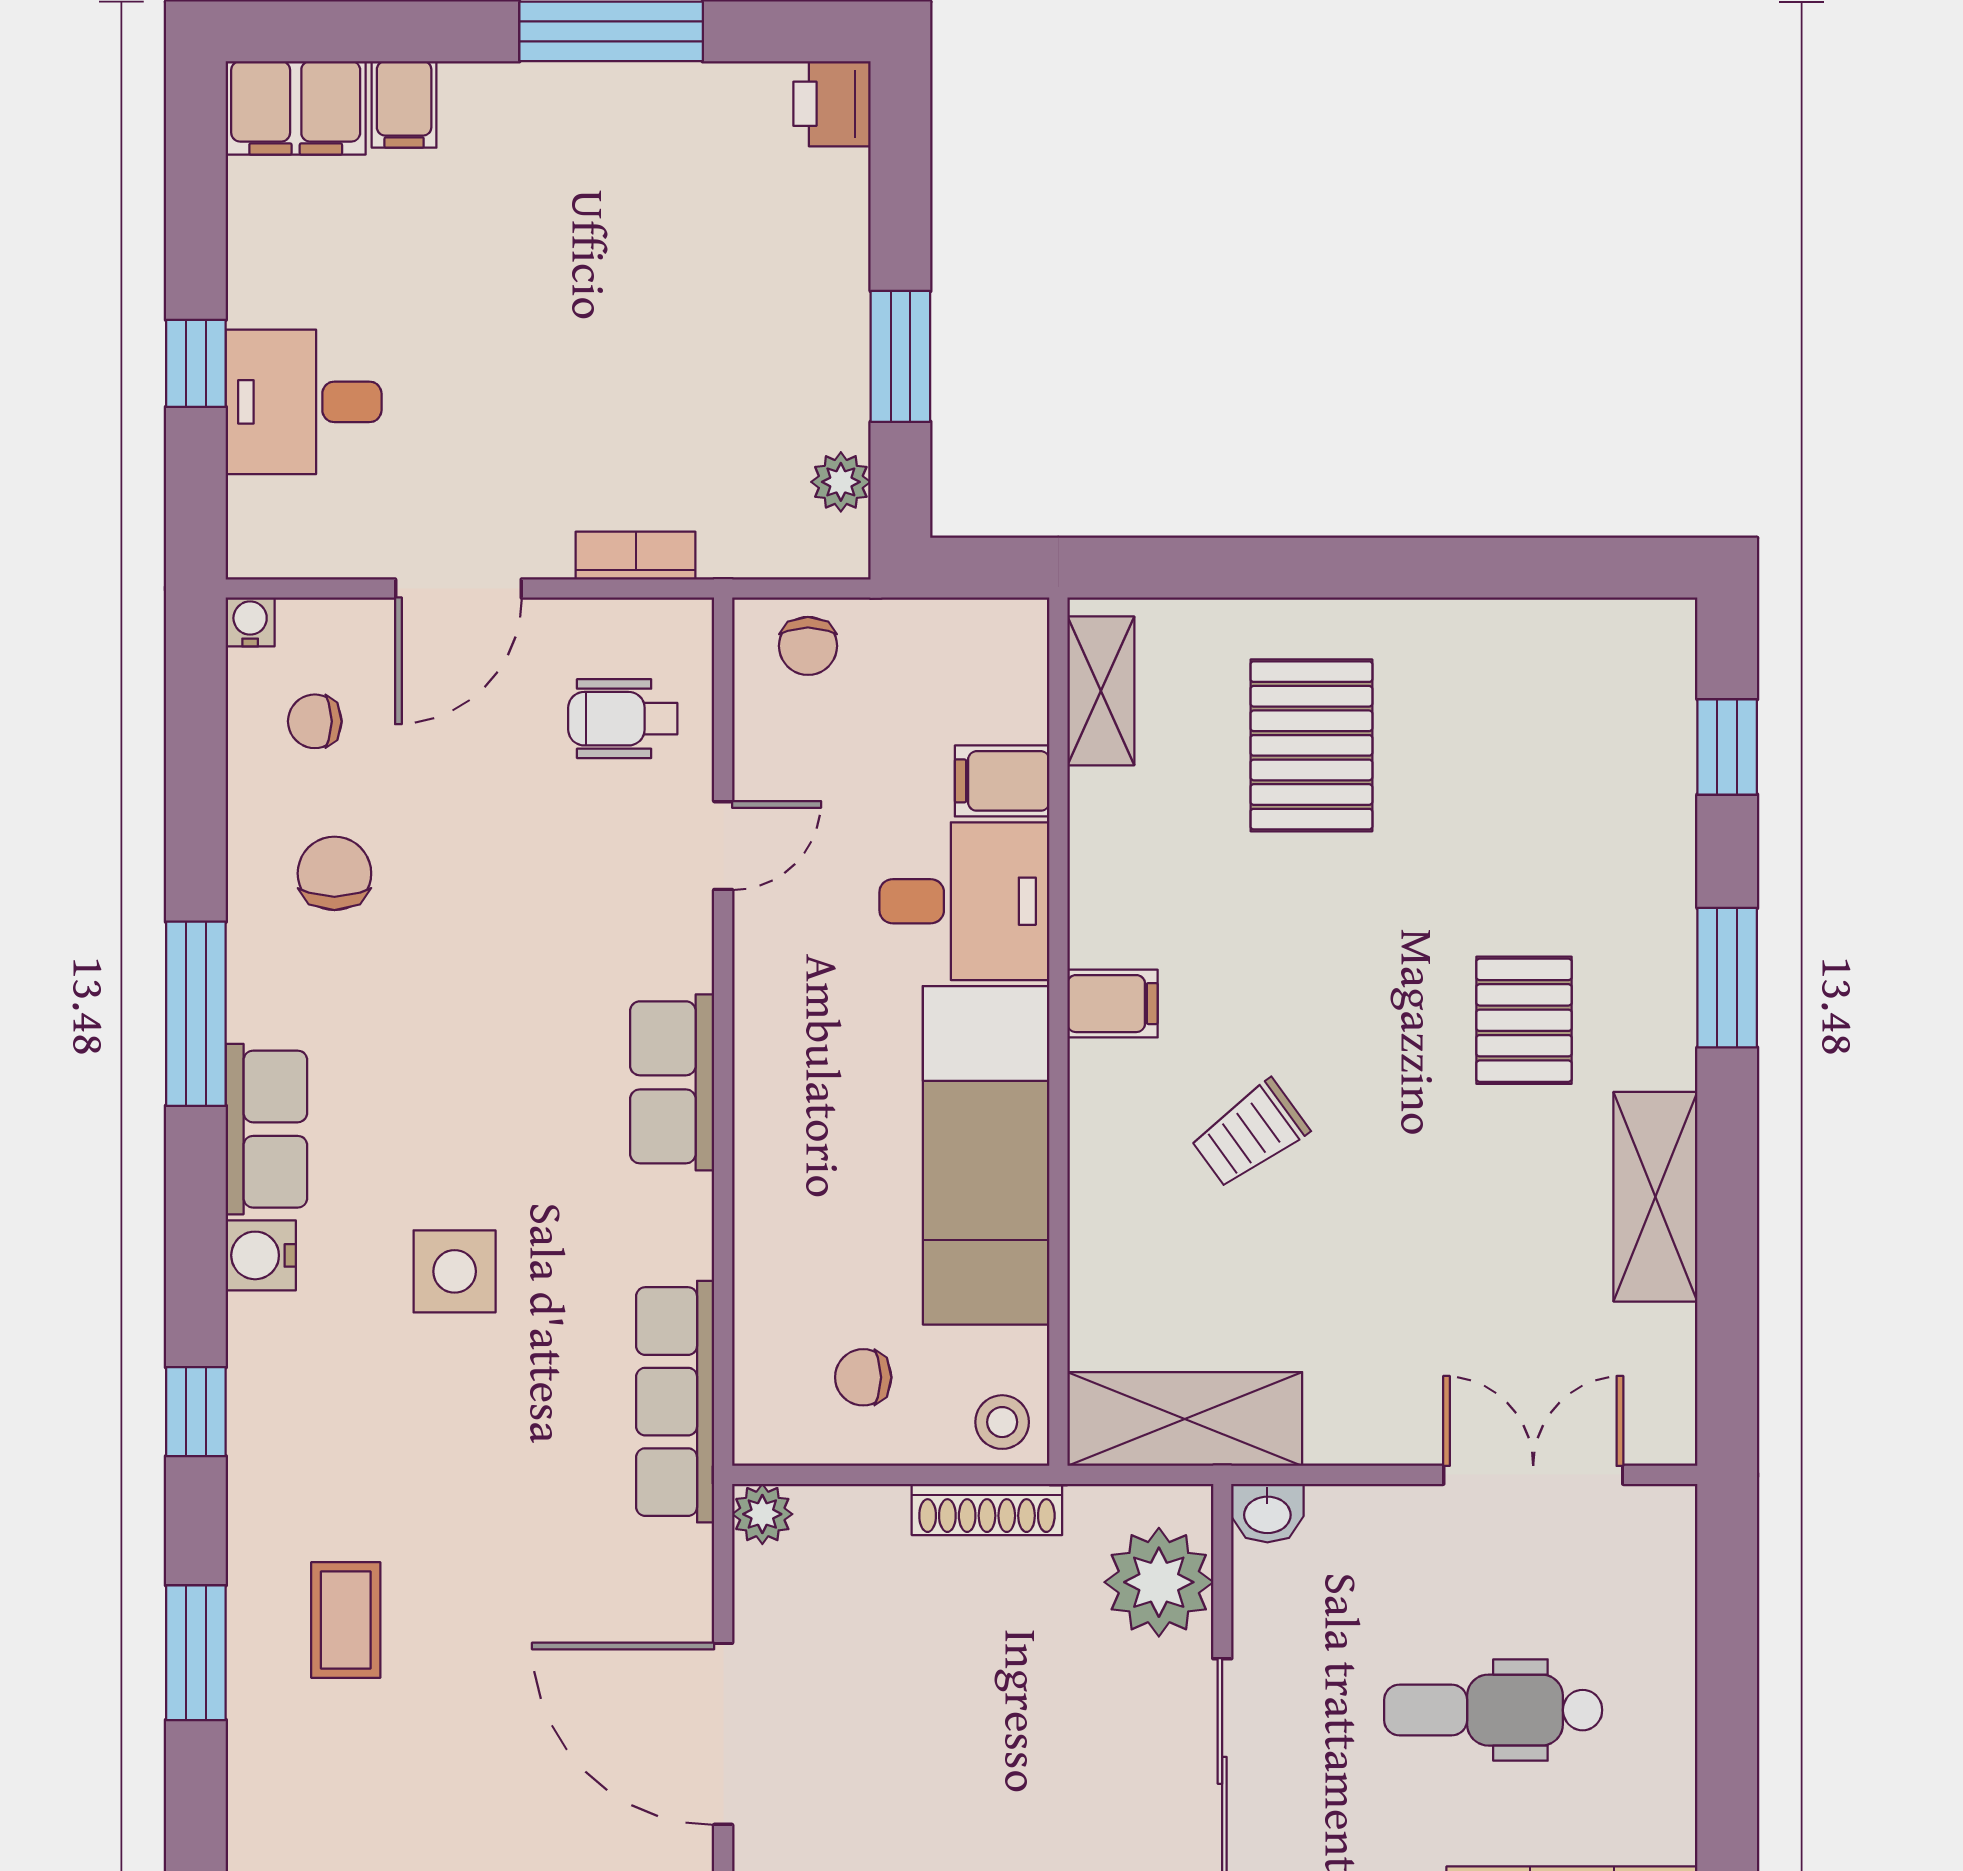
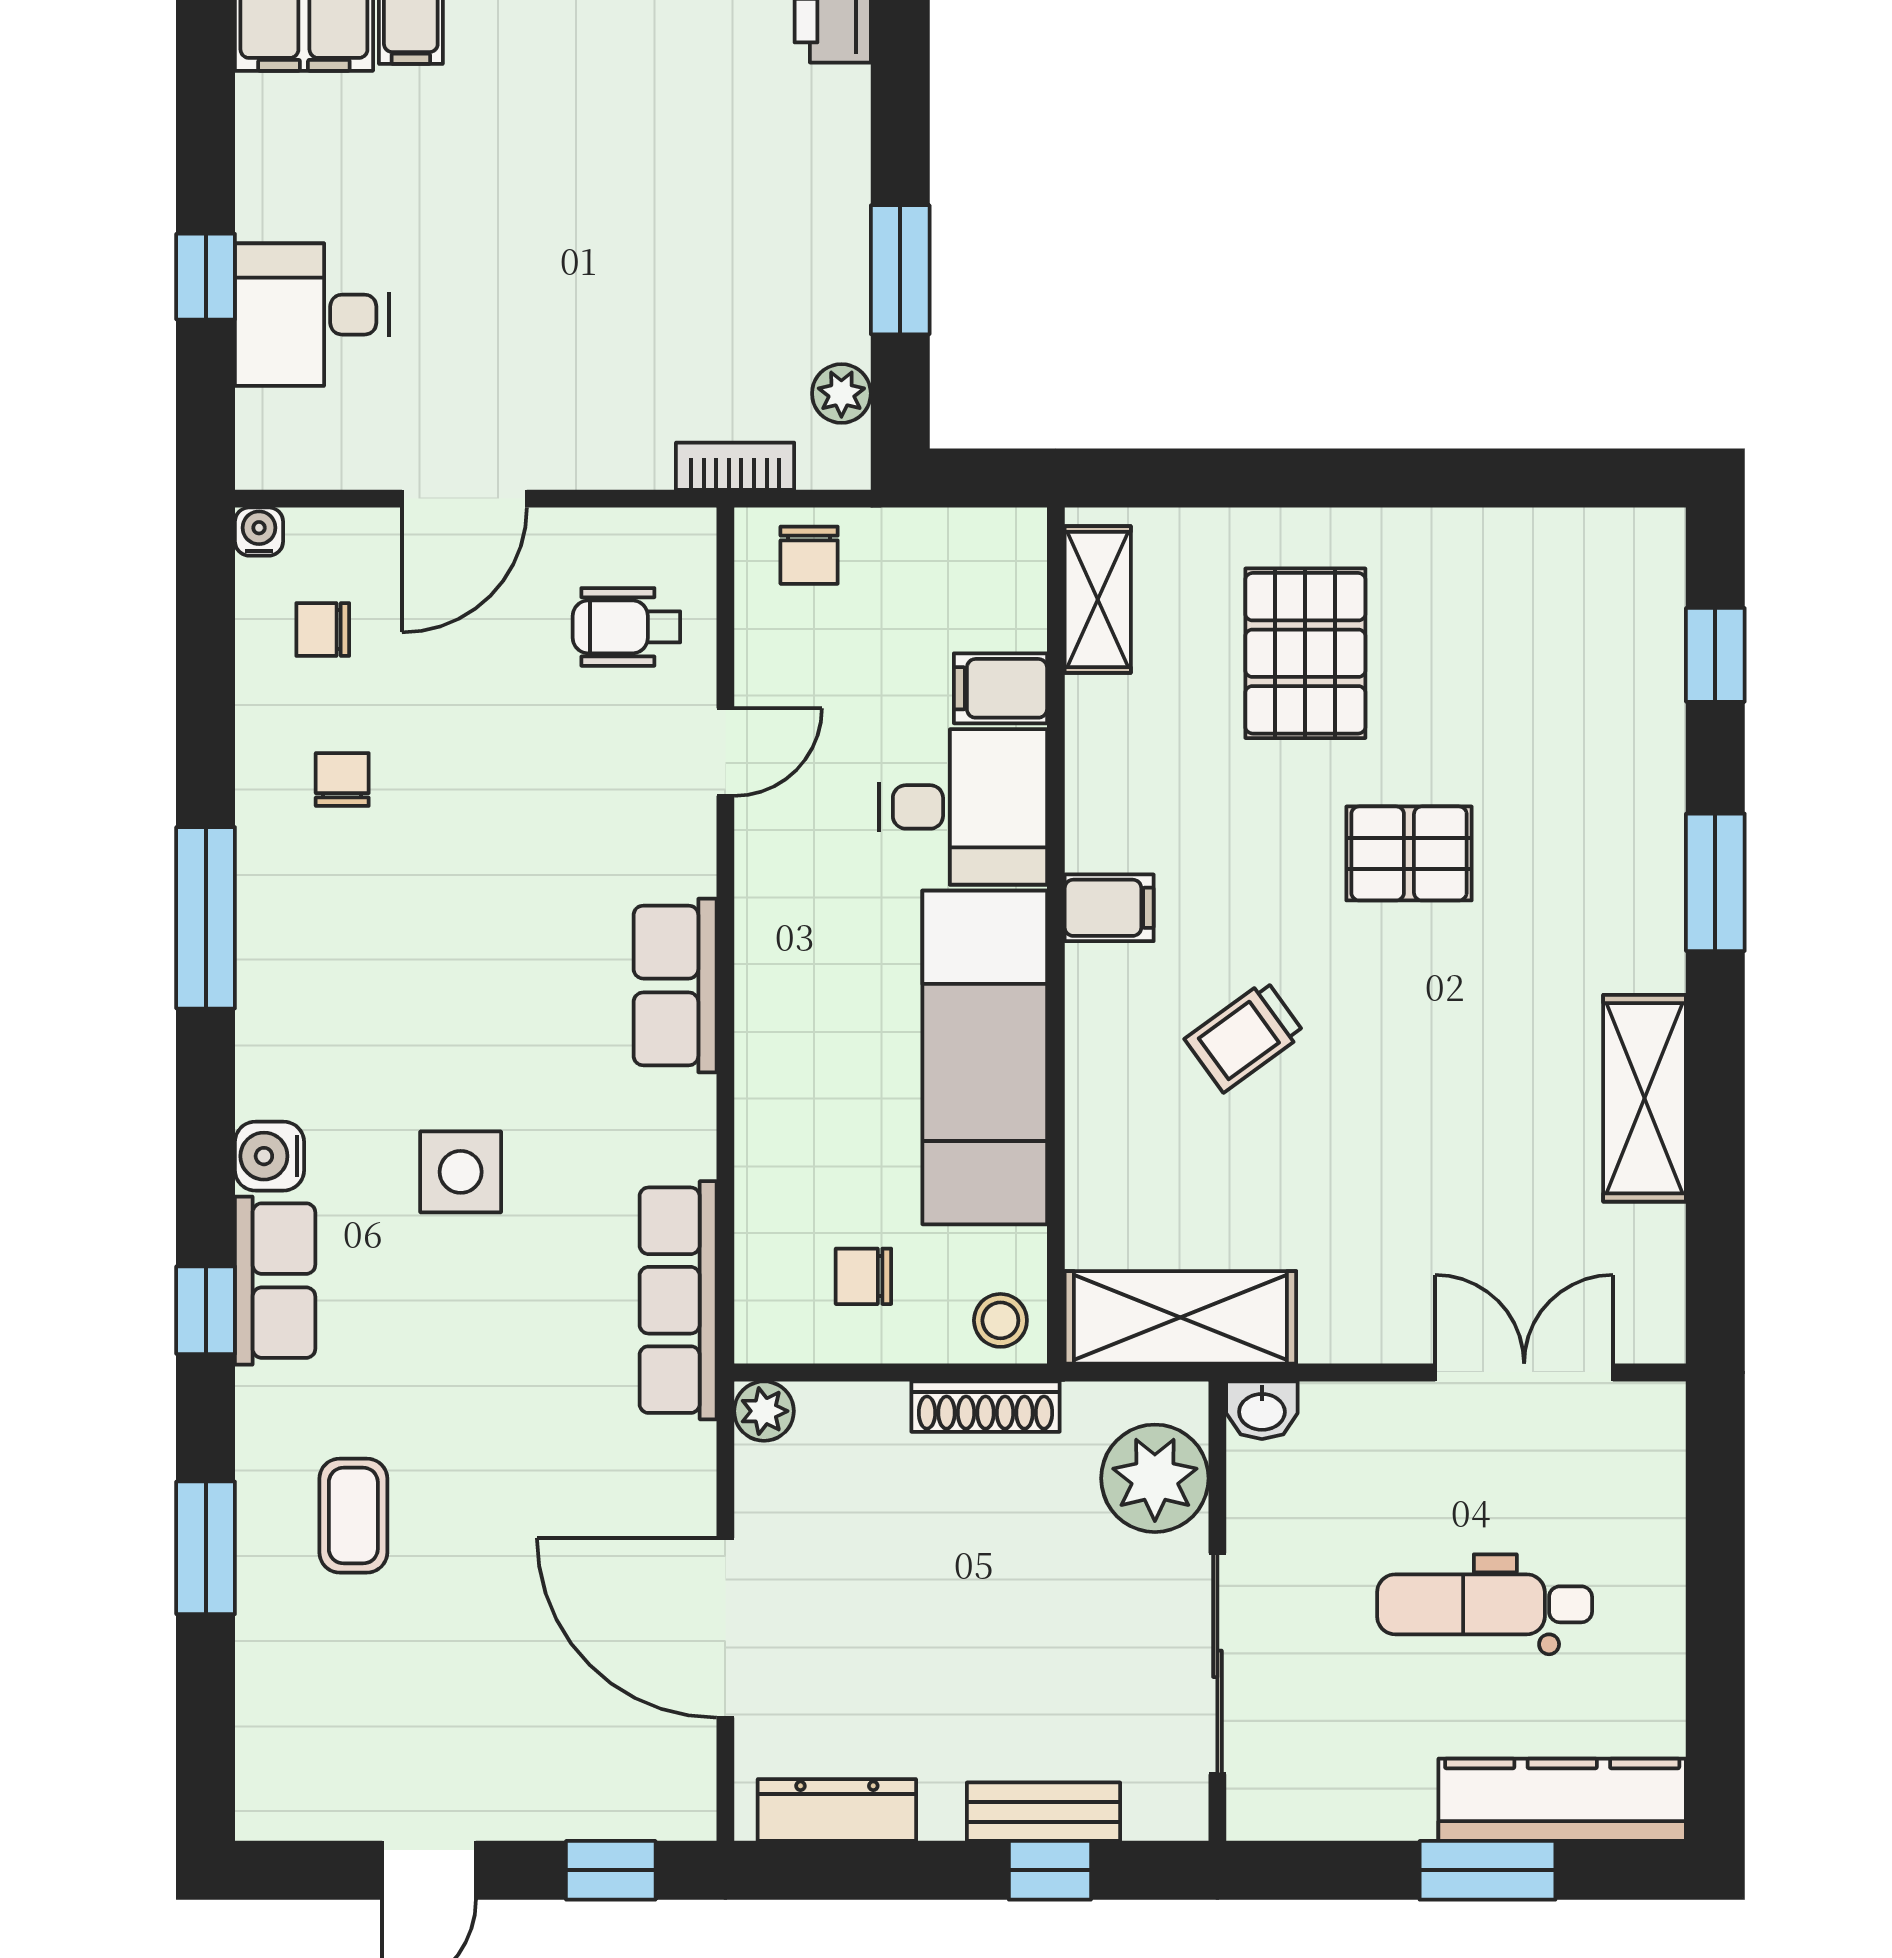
bookcase: (636, 556) -> (735, 466), moved
chair: (334, 873) -> (342, 779), width x0.73, depth x0.73
pallet: (1524, 1020) -> (1409, 853), moved, turned 90
row of seats: (266, 1129) -> (275, 1281), moved

